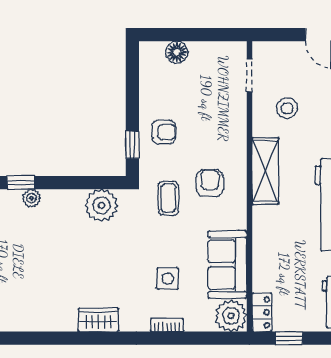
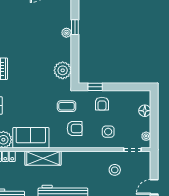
plant: (224, 50) -> (146, 136), added
shelving: (265, 171) -> (43, 158), moved
side table: (168, 279) -> (108, 132), moved

